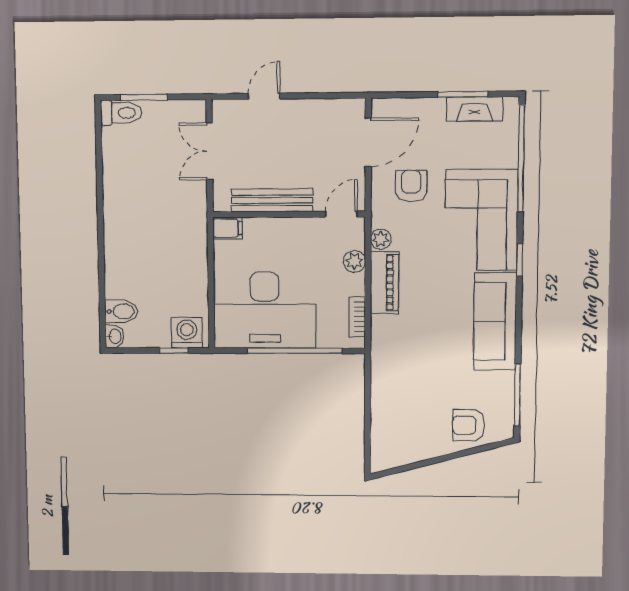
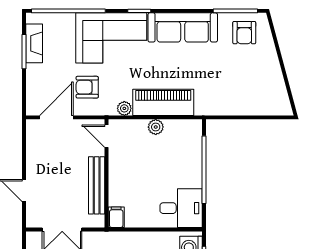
door: (368, 142) -> (56, 117), hinge flipped
plant: (354, 261) -> (156, 127), moved
piano: (385, 283) -> (163, 102), width x1.37, depth x1.33
desk: (265, 310) -> (181, 208), width x0.53, depth x0.77
bookcase: (357, 317) -> (179, 125), removed
armchair: (469, 425) -> (244, 33), moved

